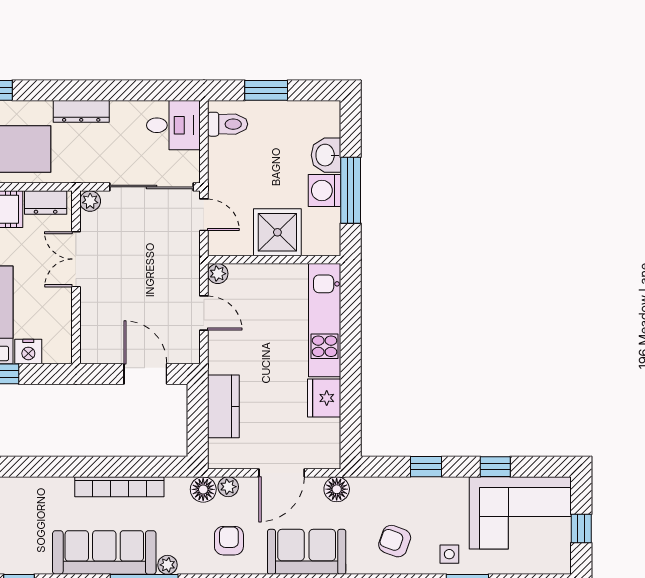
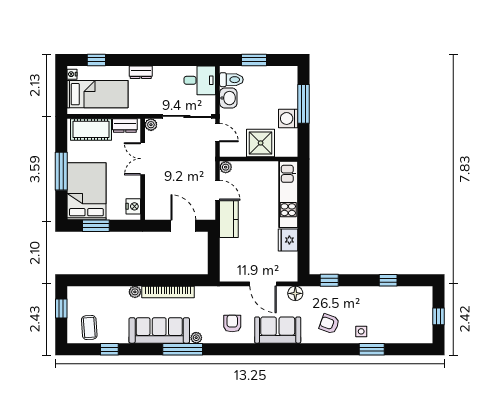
dresser: (81, 111) -> (141, 72), width x0.70
washbasin: (326, 155) -> (228, 98), moved, turned 180
window: (351, 190) -> (303, 104), moved
nightstand: (28, 351) -> (133, 206), moved, turned -90
kitchen counter: (223, 406) -> (229, 219), moved
window: (426, 467) -> (329, 280), moved
door: (282, 473) -> (263, 284), hinge flipped
plant: (228, 487) -> (135, 292), moved
floor lamp: (203, 489) -> (217, 294), removed
corner sofa: (520, 513) -> (403, 307), removed

